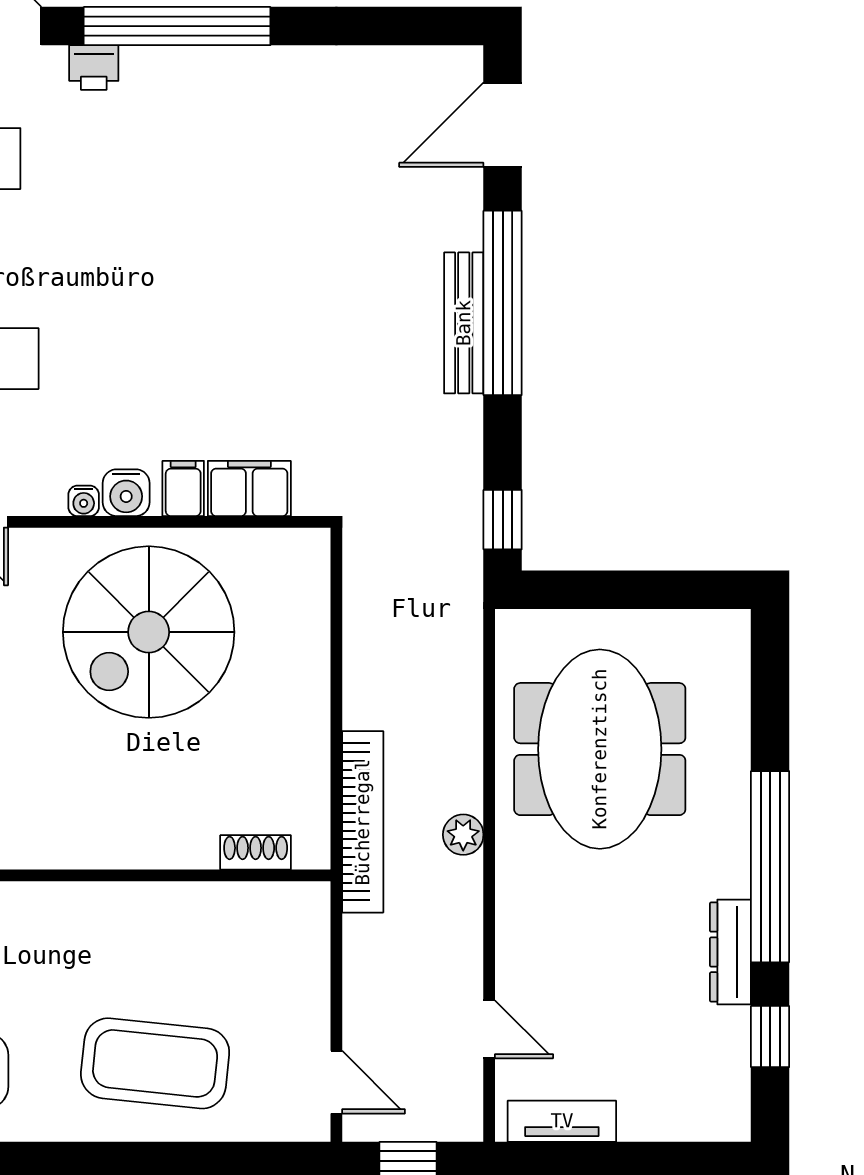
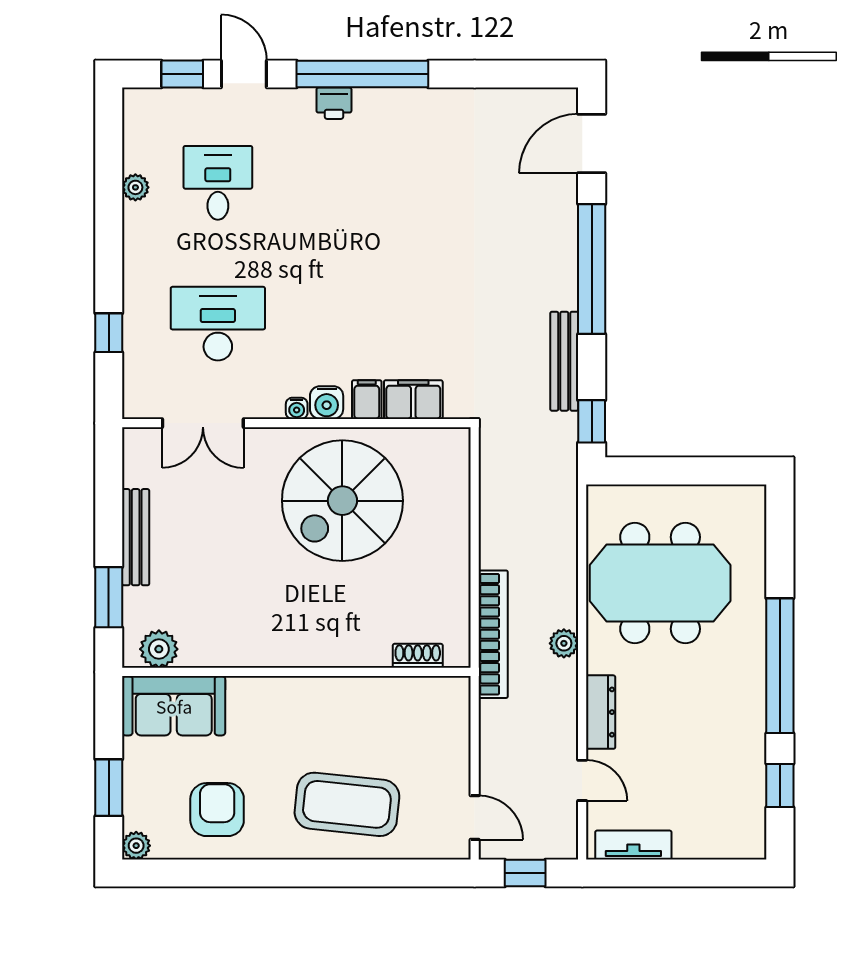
printer: (94, 68) -> (334, 103), moved
bench: (464, 323) -> (564, 361), moved
meeting table: (600, 749) -> (660, 583), turned 90
dresser: (730, 952) -> (601, 712), moved, turned 180

